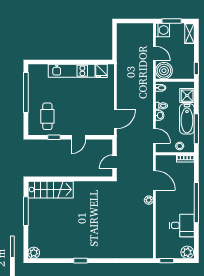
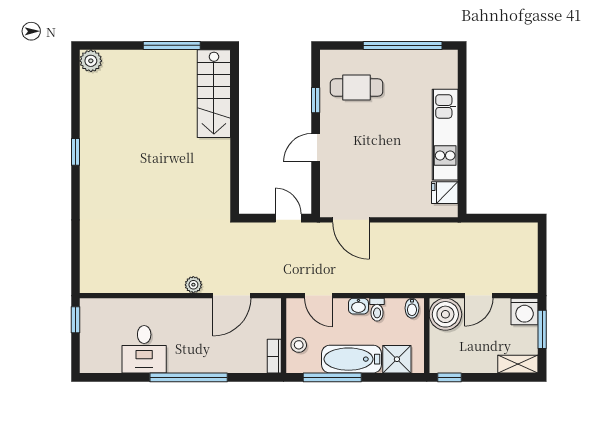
door: (154, 136) -> (319, 296), hinge flipped
door: (78, 137) -> (316, 148), hinge flipped
door: (115, 162) -> (288, 218), moved
plant: (187, 252) -> (92, 360), removed

